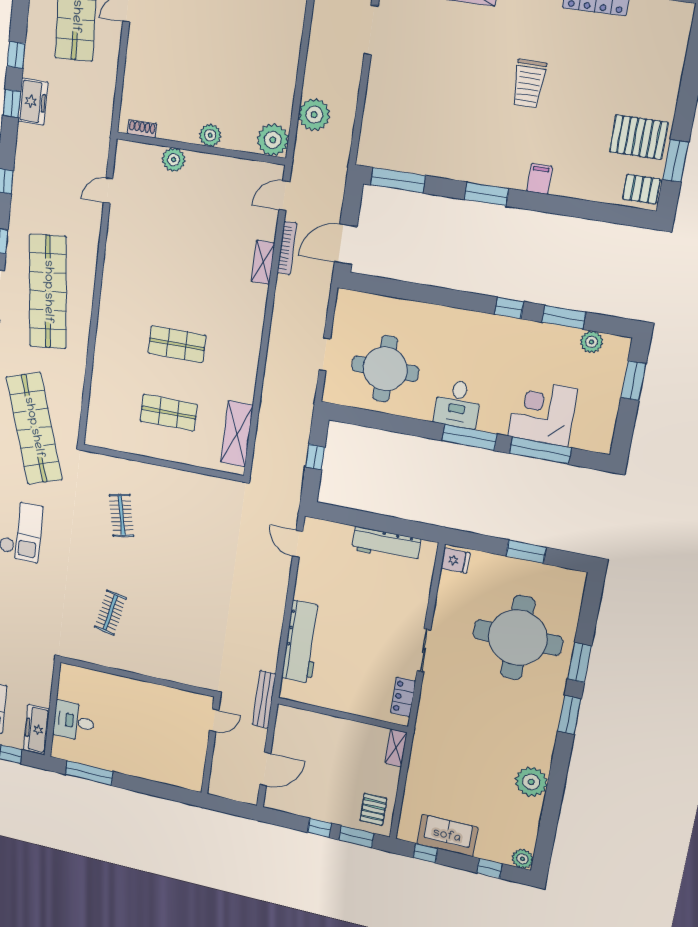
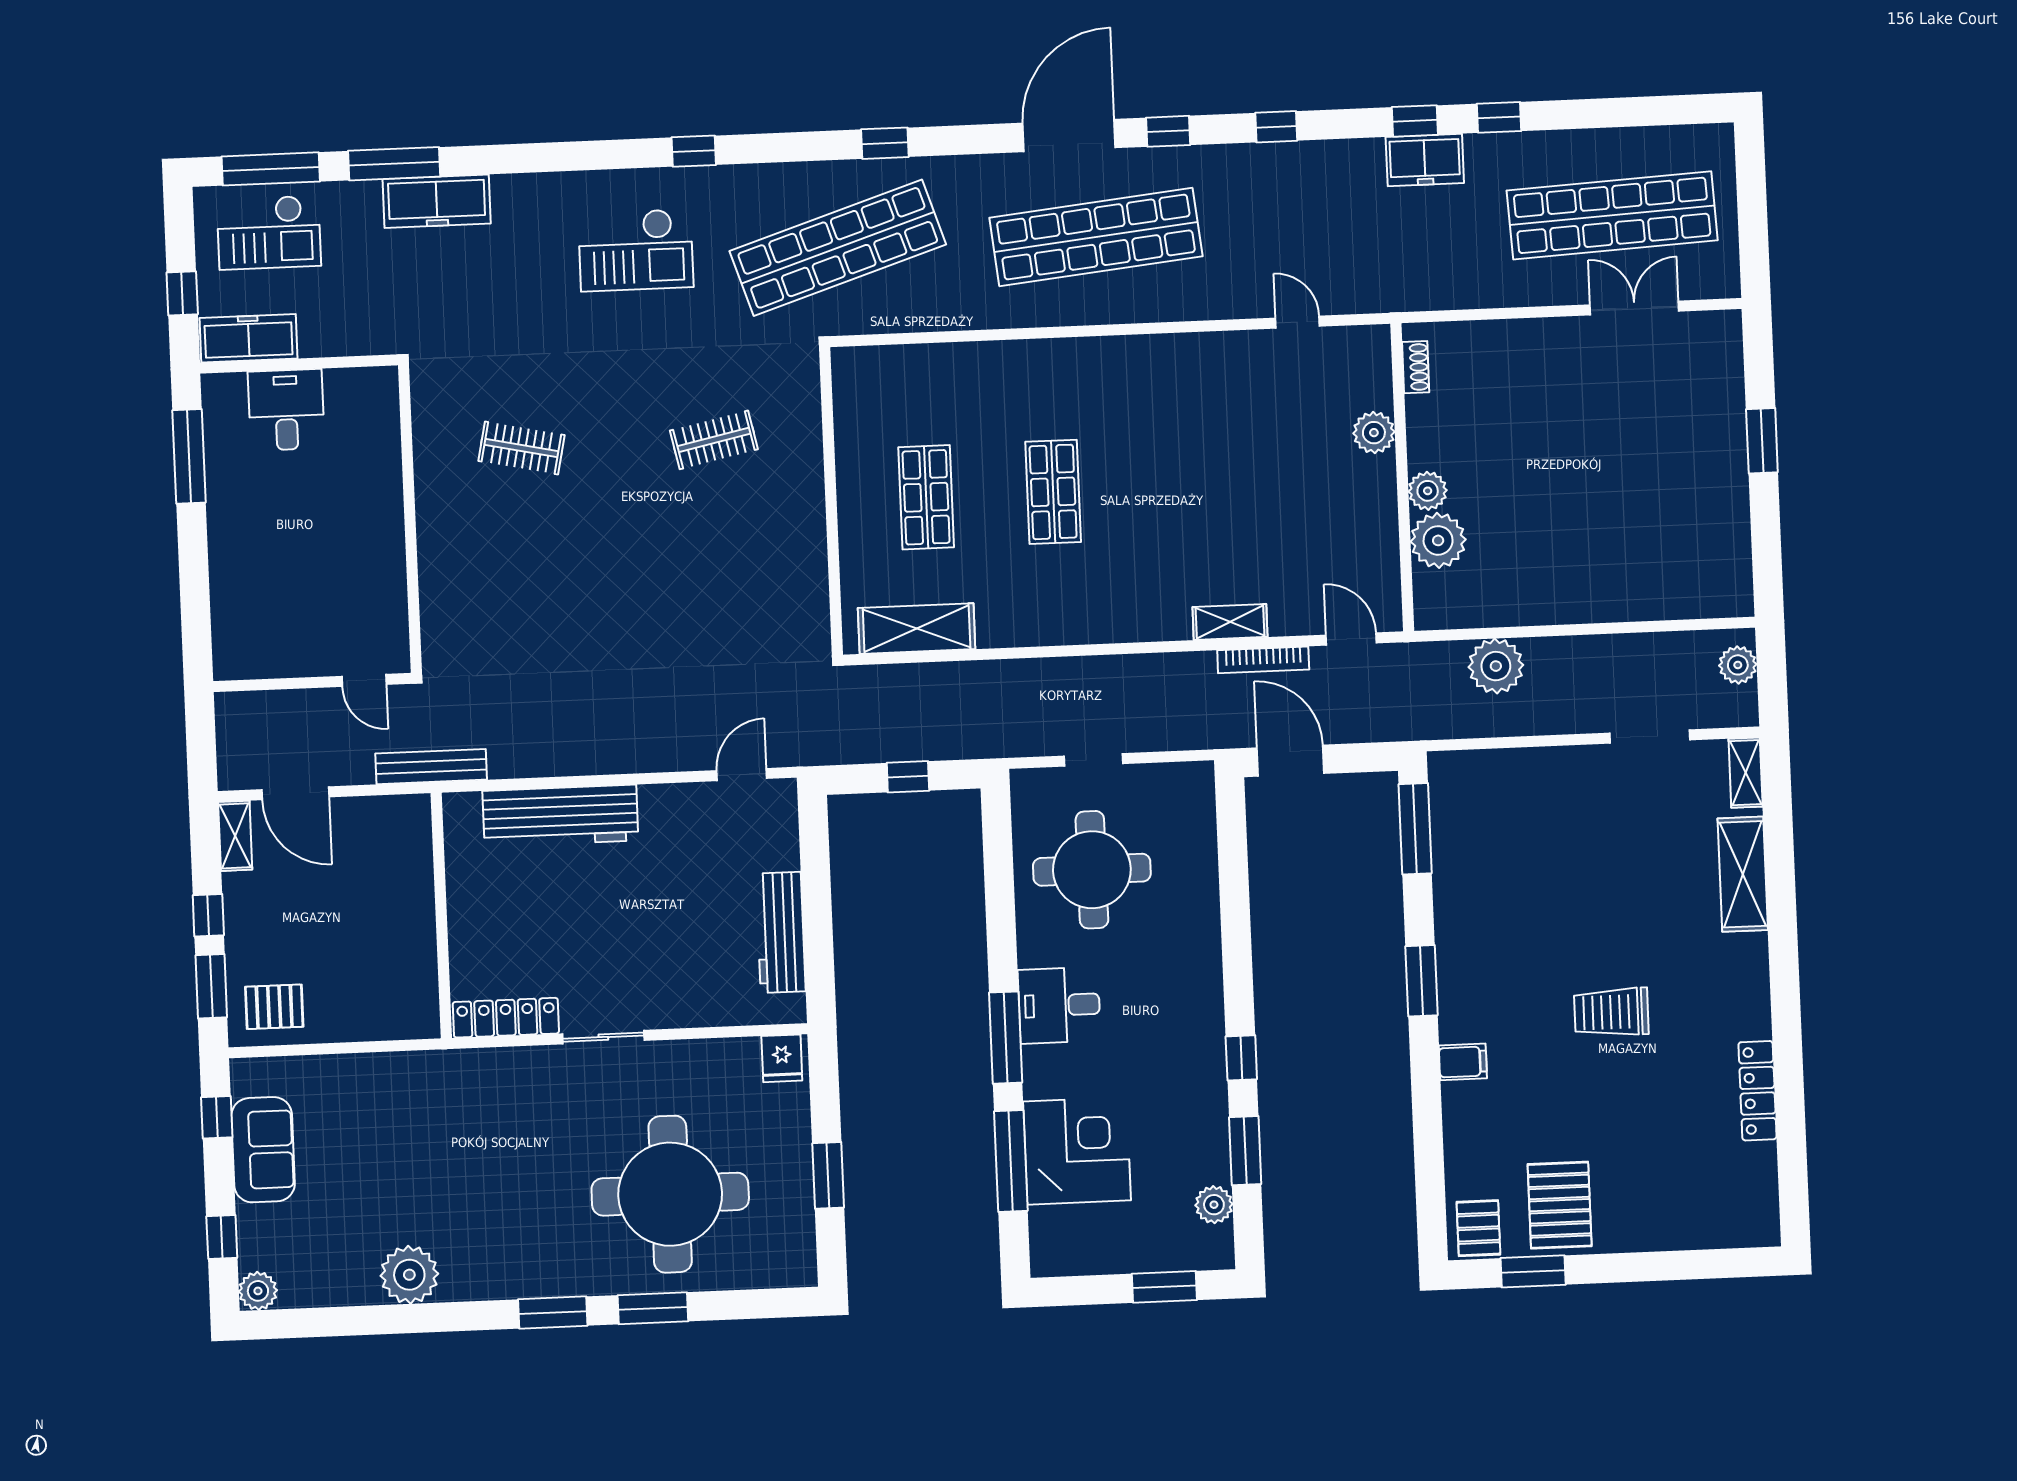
plant: (273, 140) -> (1438, 540), moved
locker: (403, 697) -> (506, 1018), width x1.53
shelving: (396, 748) -> (235, 836), moved, turned 90

